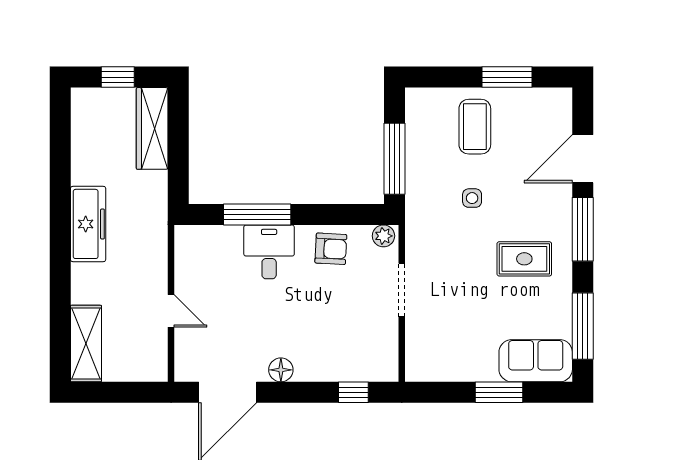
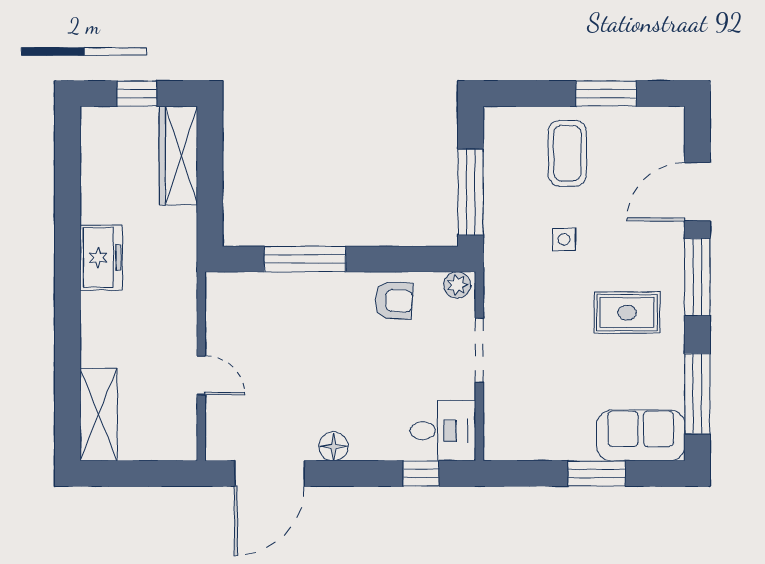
freezer: (88, 224) -> (101, 258), width x0.71
desk: (269, 252) -> (443, 431), moved, turned 90

